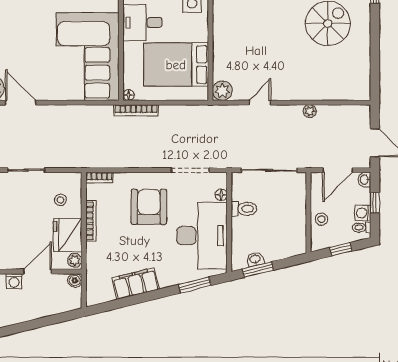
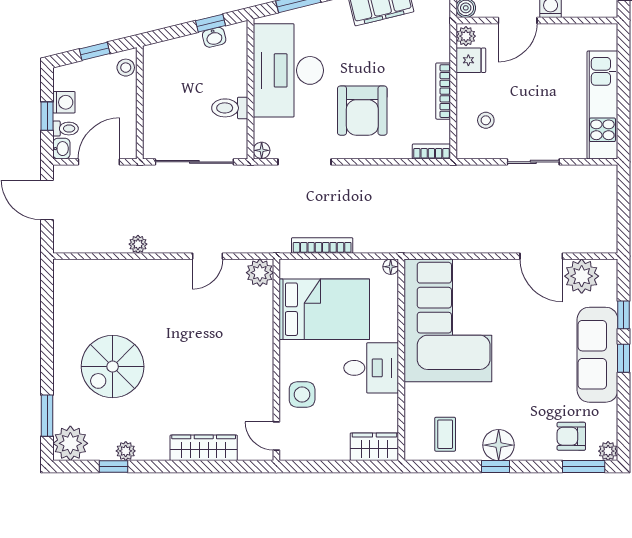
bookcase: (136, 110) -> (322, 245), moved
floor lamp: (221, 195) -> (262, 150), moved
stool: (321, 219) -> (126, 68), moved
toilet: (362, 228) -> (66, 129), moved
fridge: (68, 235) -> (471, 60), width x0.53, depth x0.75
window: (258, 270) -> (210, 23), width x0.67

